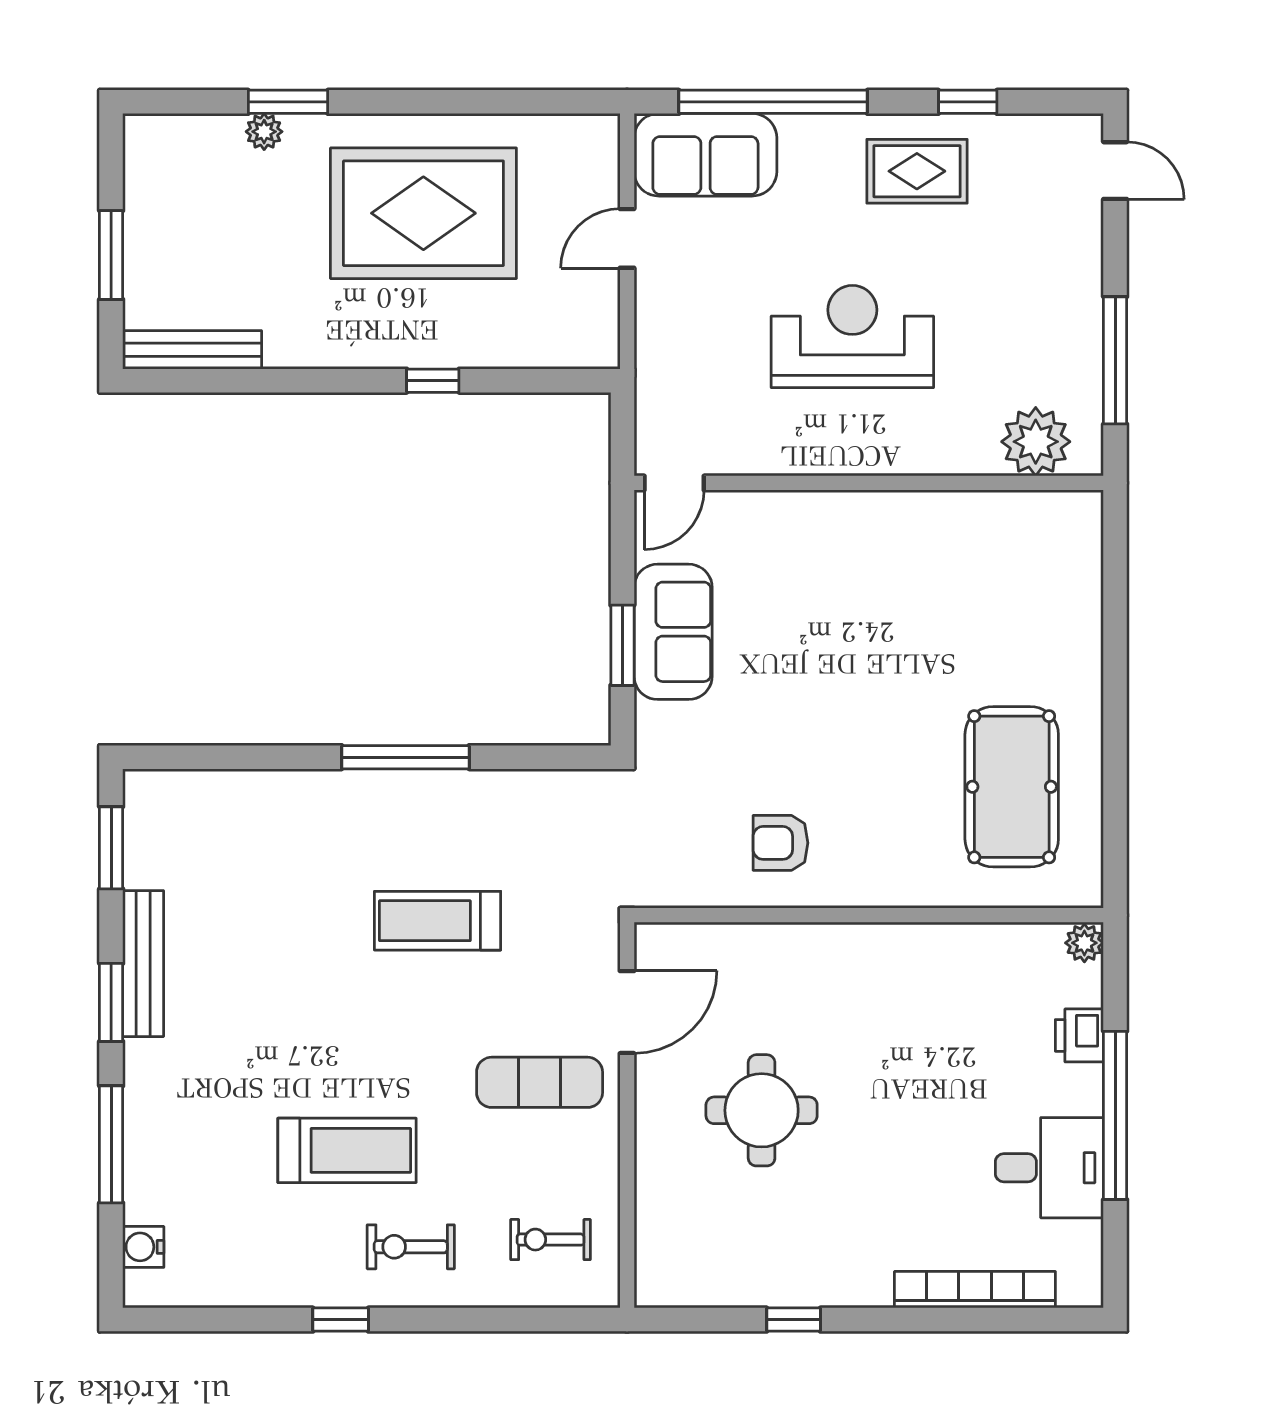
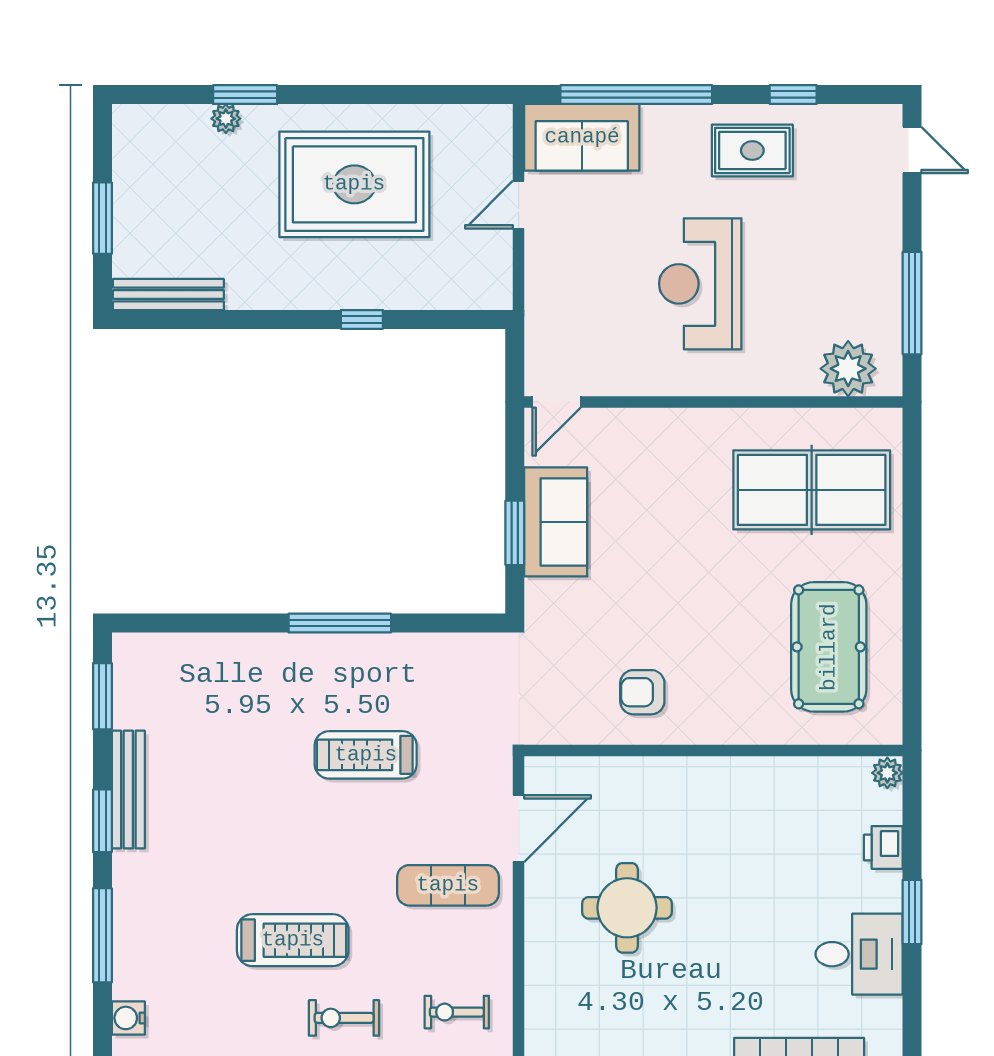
reception desk: (852, 337) -> (700, 284), turned -90
table tennis table: (991, 592) -> (812, 490), added
window: (1115, 1115) -> (912, 912), width x0.47

